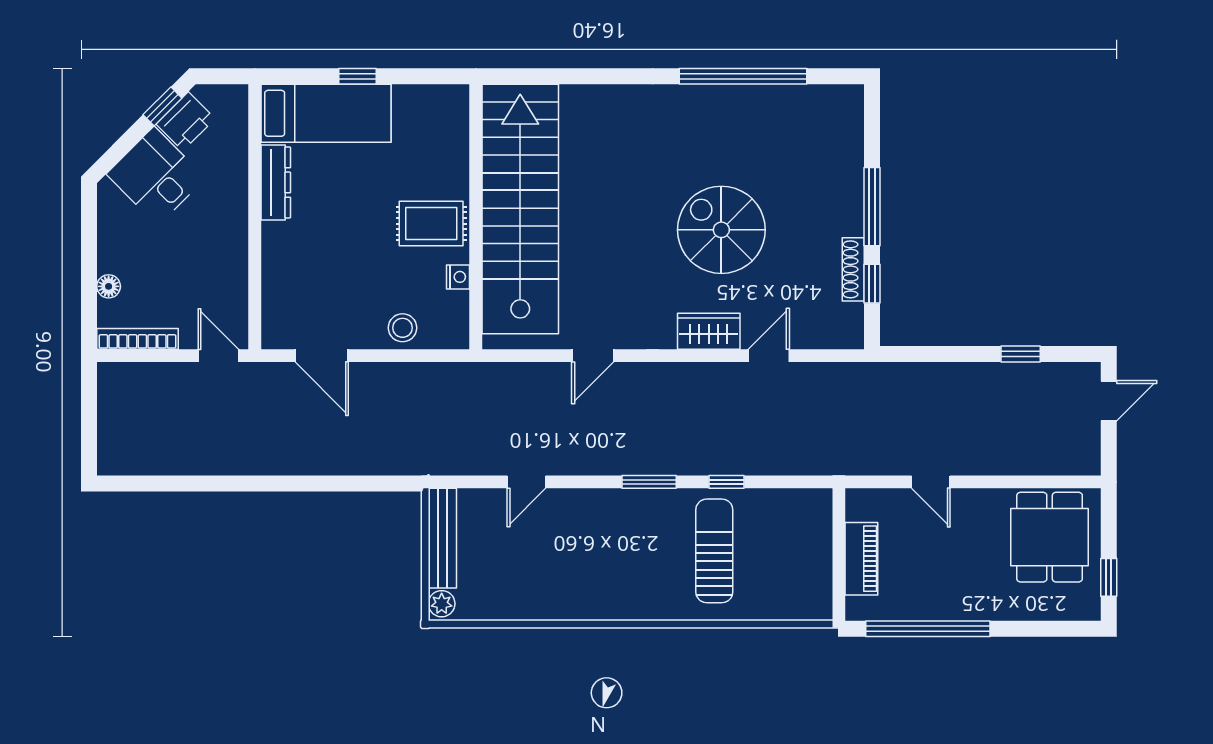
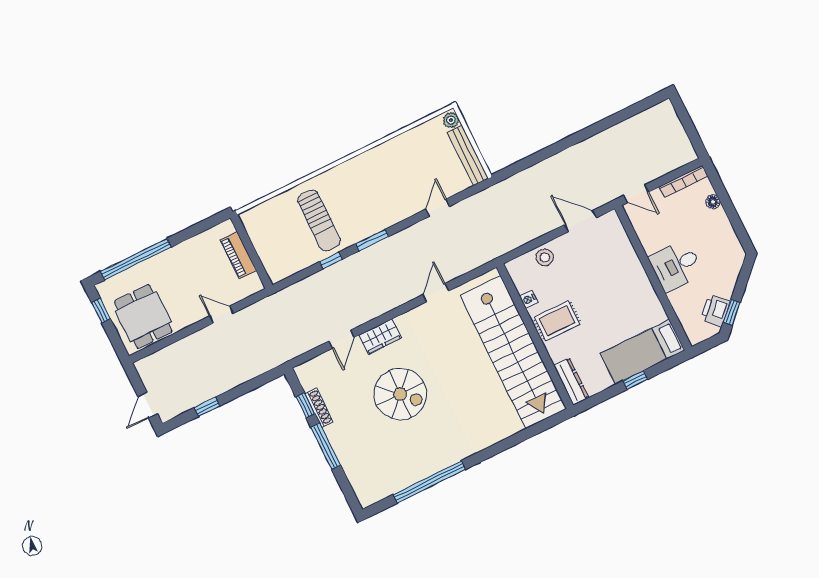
desk: (156, 176) -> (676, 266), moved, turned 135
dresser: (276, 182) -> (571, 381), moved, turned 180
window: (928, 629) -> (136, 259), moved

